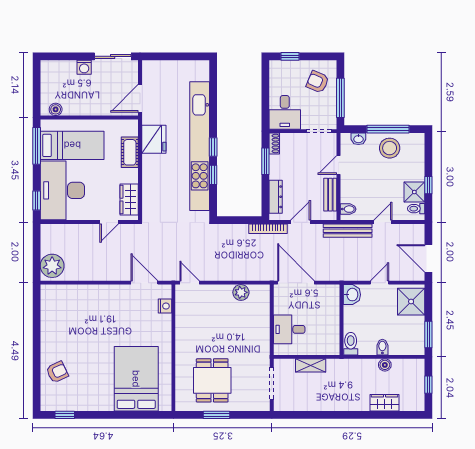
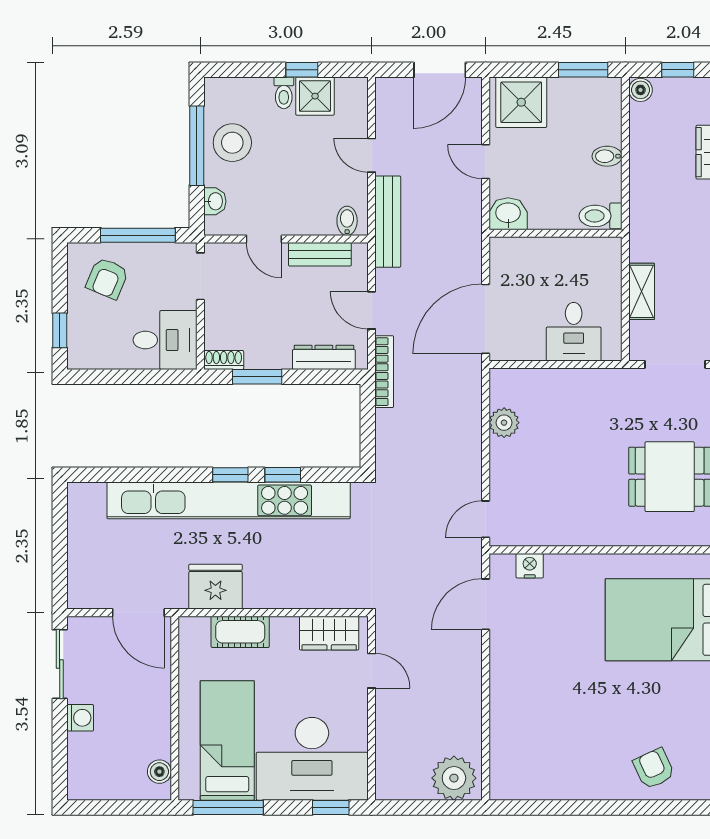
toilet: (416, 209) -> (284, 93), moved
boiler: (385, 365) -> (641, 90), moved

